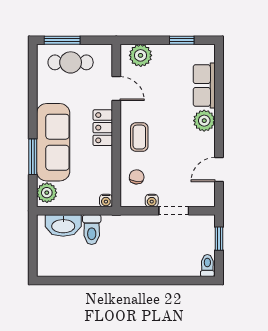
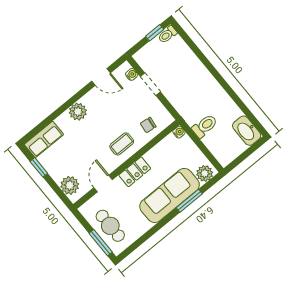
row of seats: (204, 86) -> (44, 139), moved
water cooler: (152, 201) -> (132, 74), moved
washbasin: (63, 226) -> (247, 131), moved, turned 180
window: (219, 239) -> (155, 33), moved

